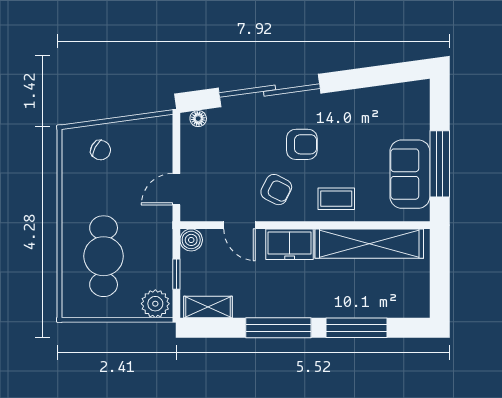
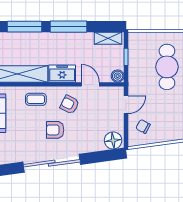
sliding door: (270, 91) -> (52, 163), moved
floor lamp: (198, 119) -> (113, 140), width x1.89, depth x1.89
chair: (101, 150) -> (143, 126), moved
plant: (155, 304) -> (138, 40), removed

